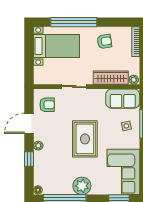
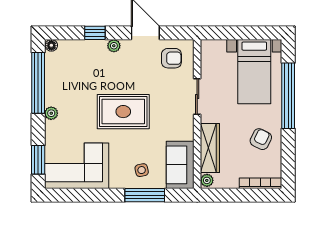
armchair: (104, 41) -> (261, 139), turned -145
armchair: (47, 105) -> (171, 58), turned -90
plant: (82, 186) -> (51, 113), width x0.53, depth x0.53

